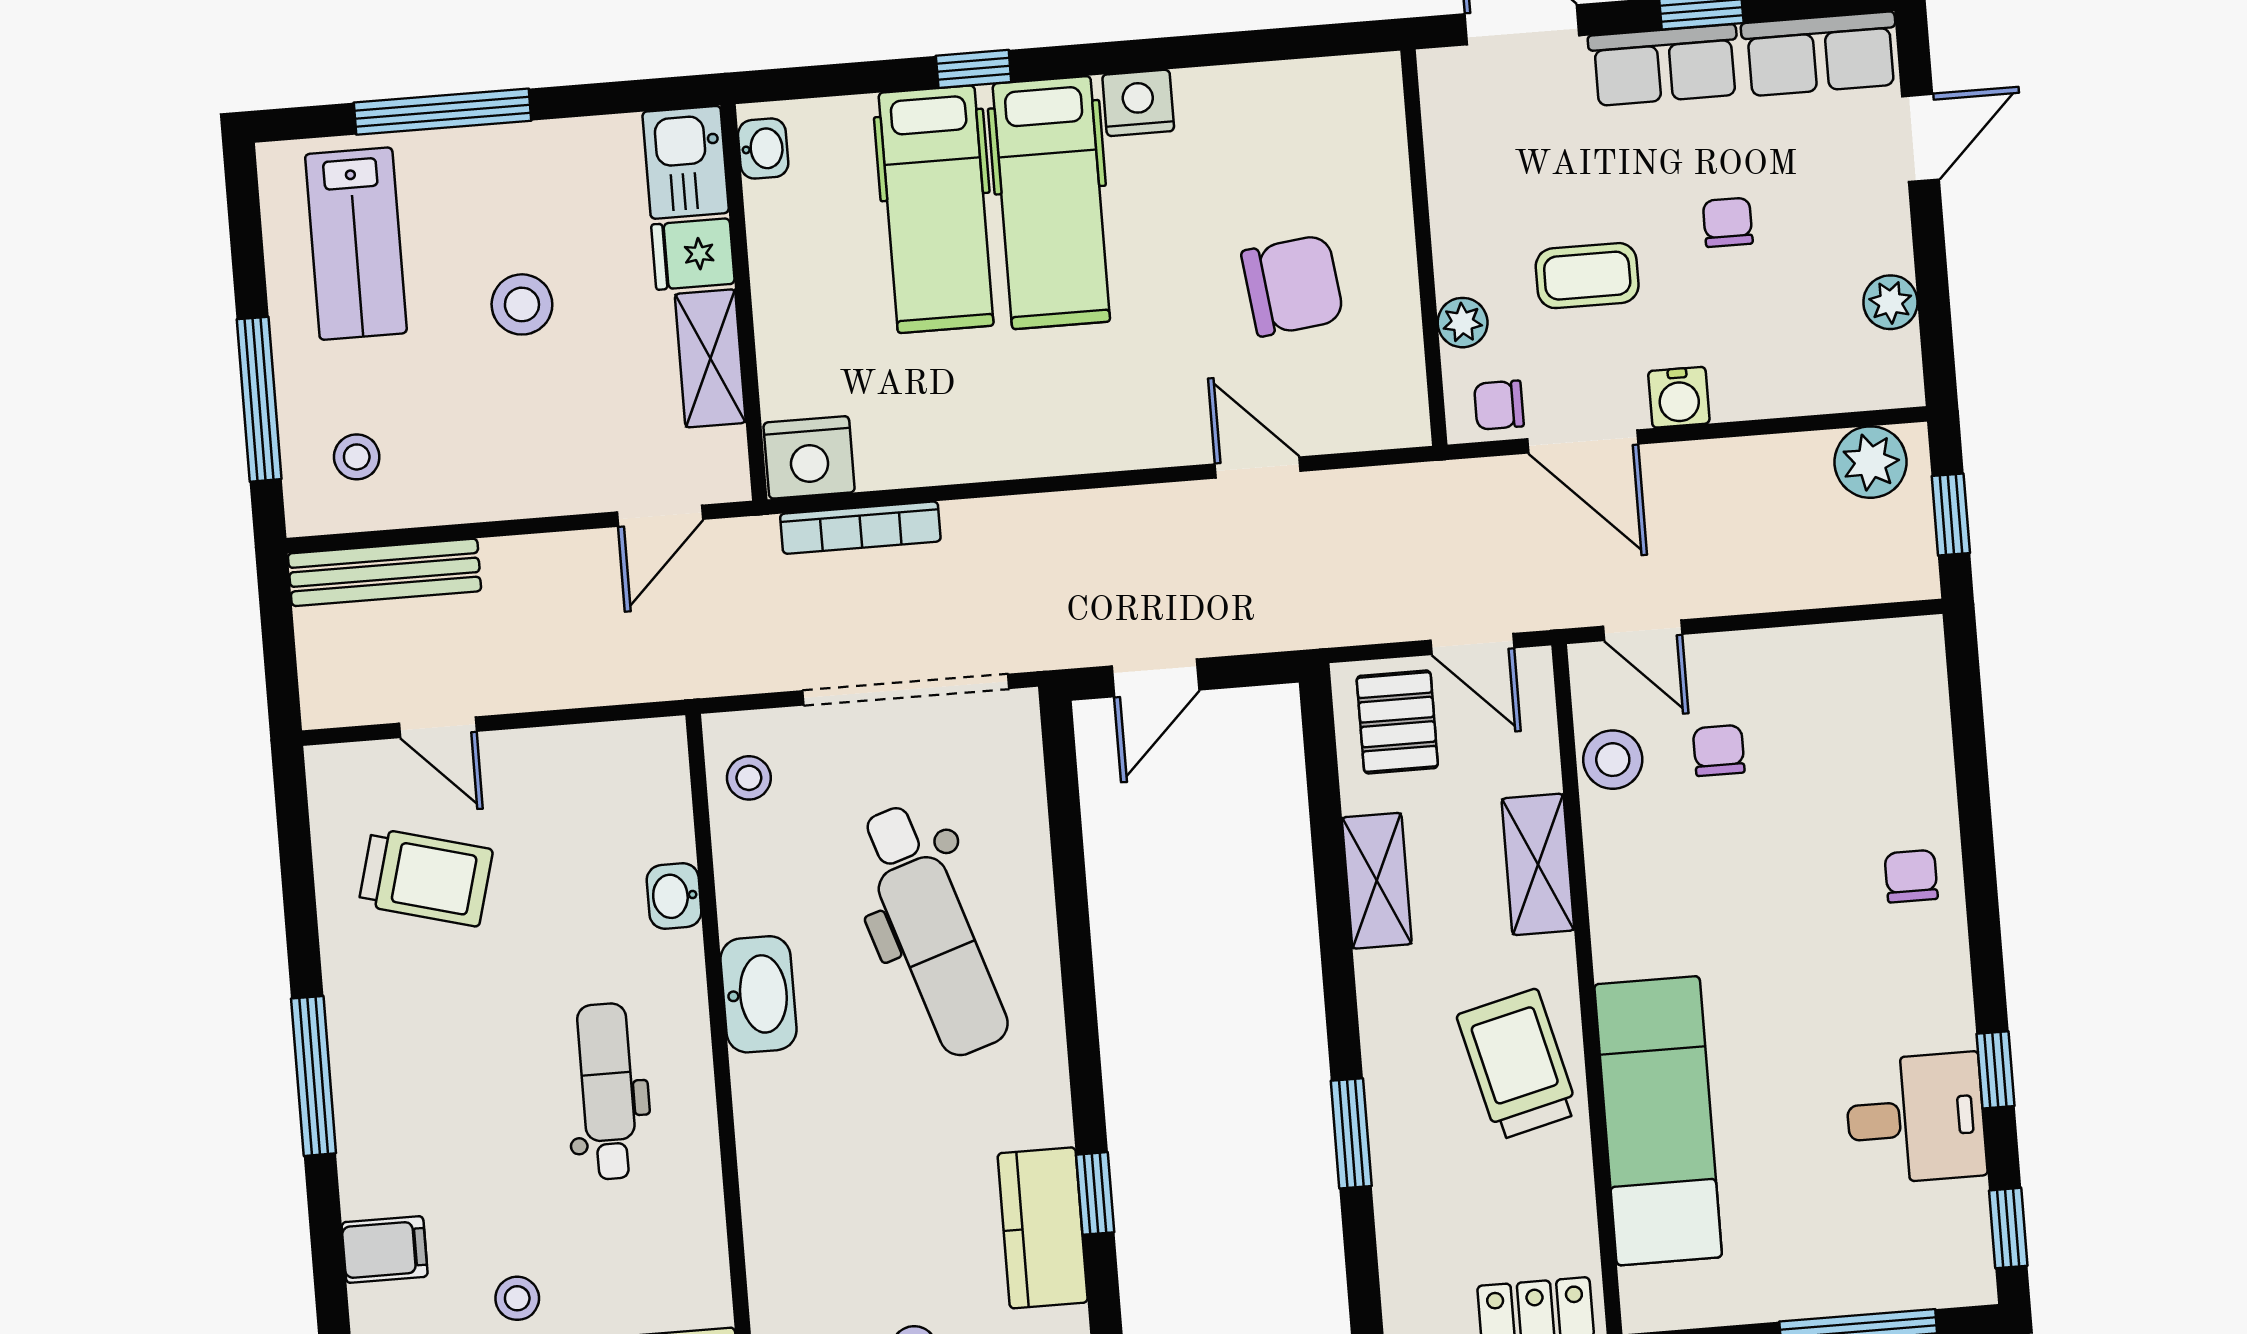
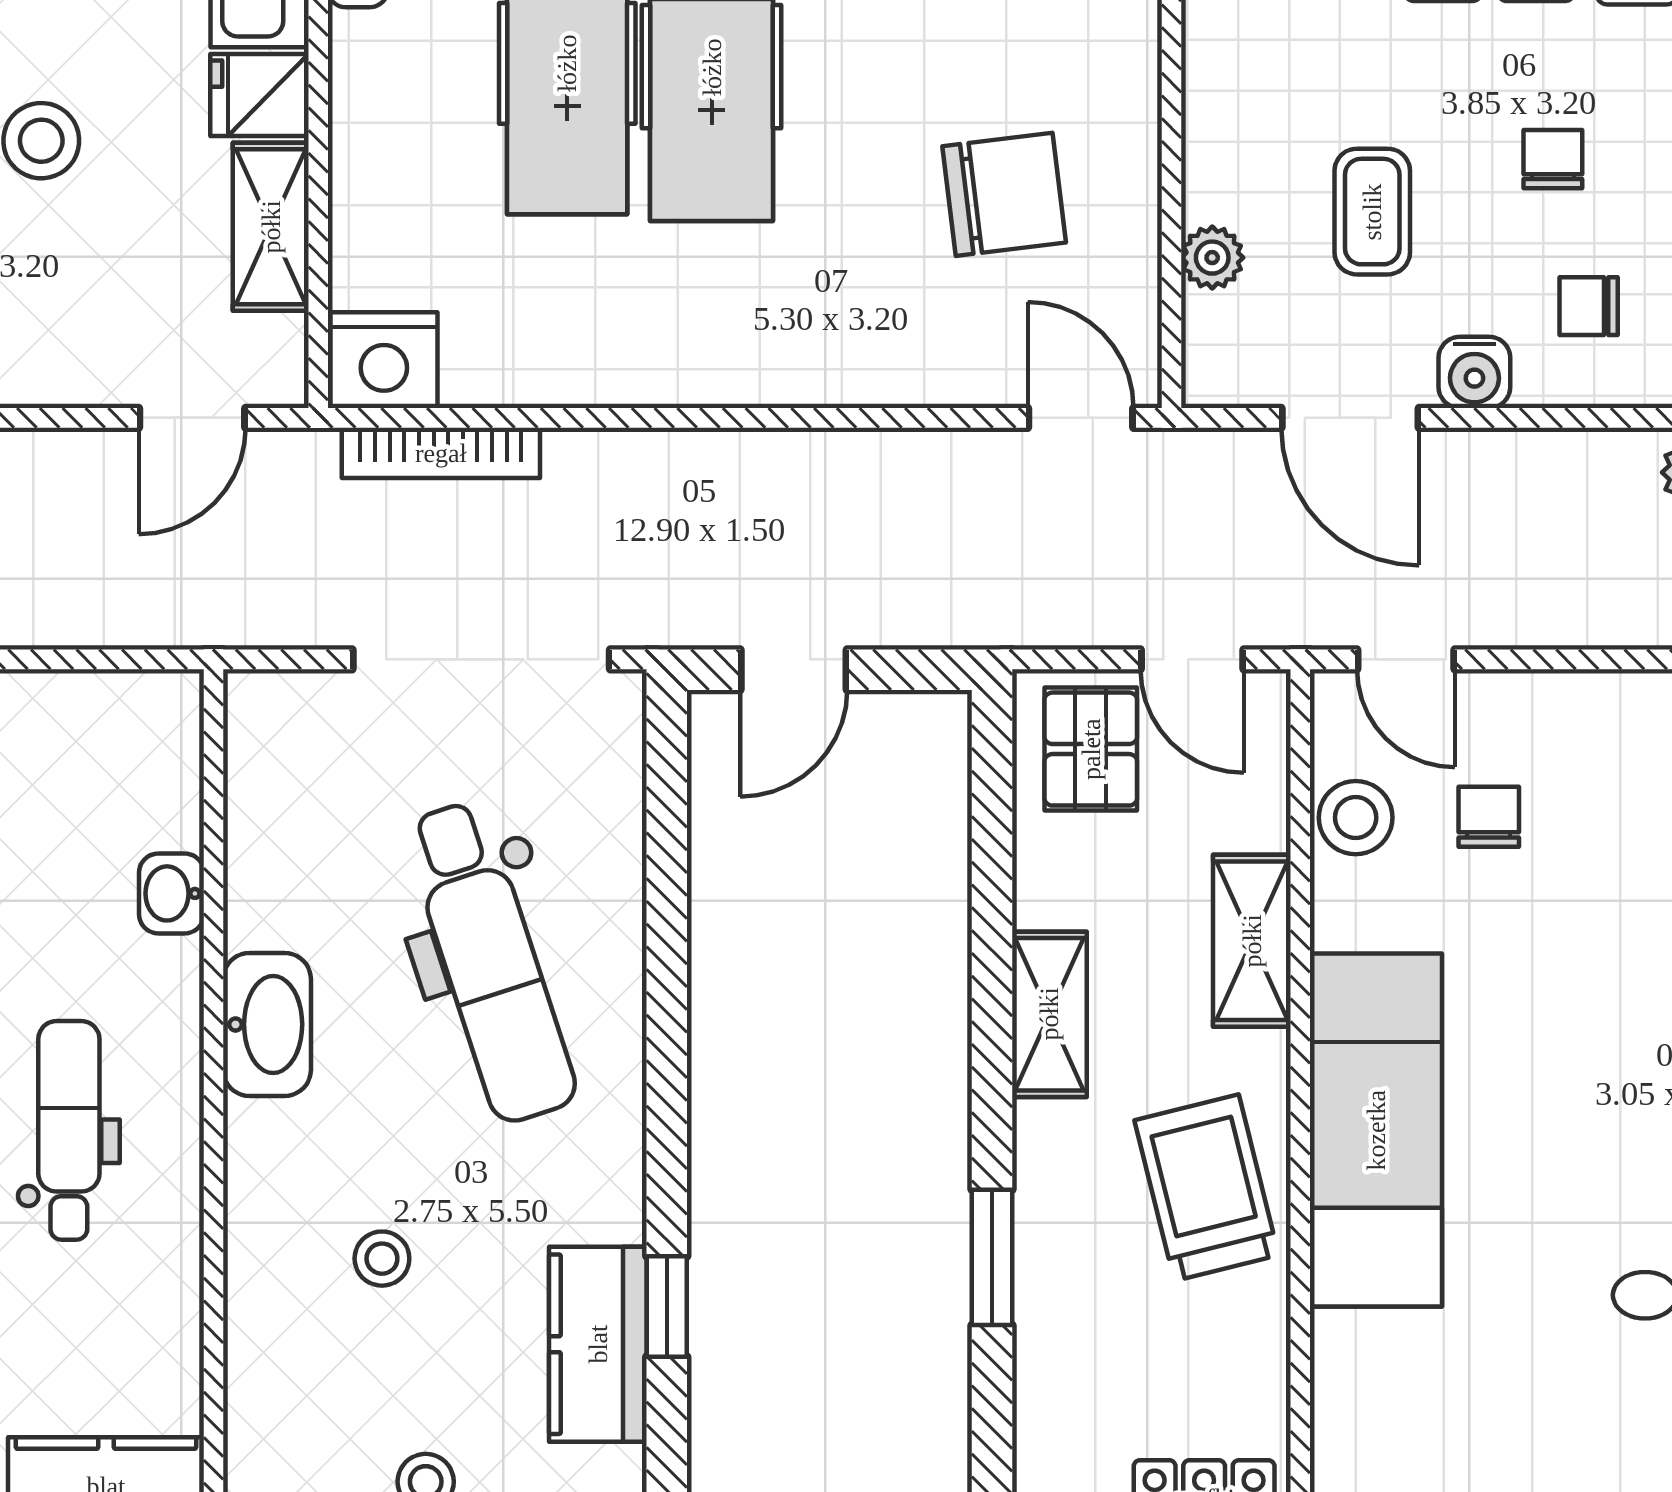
coffee table: (1587, 276) -> (1372, 212), turned 90
chair: (1499, 405) -> (1589, 306), moved
door: (1258, 468) -> (1081, 418), moved
stool: (749, 778) -> (382, 1259), moved
shelving: (1377, 881) -> (1049, 1014), moved
exam couch: (1658, 1121) -> (1376, 1130), moved

